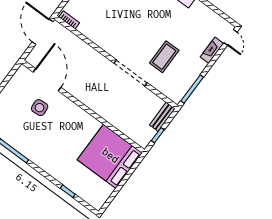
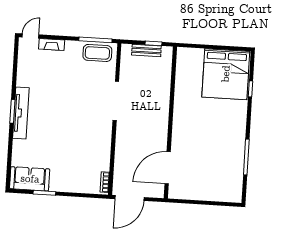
coffee table: (164, 57) -> (97, 53), moved
side table: (40, 108) -> (195, 159), removed
bench: (162, 117) -> (146, 50), moved
bed: (110, 156) -> (226, 74), moved

